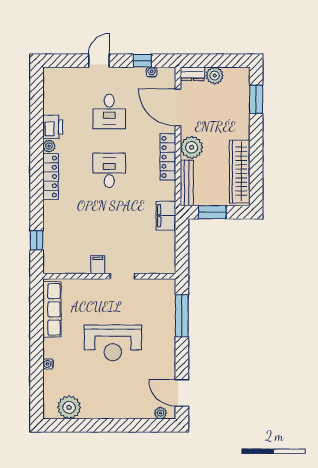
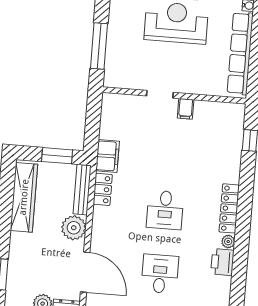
locker: (168, 157) -> (103, 189), moved, width x0.66
row of seats: (52, 309) -> (240, 53), width x1.36

